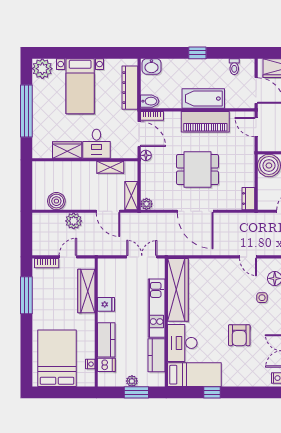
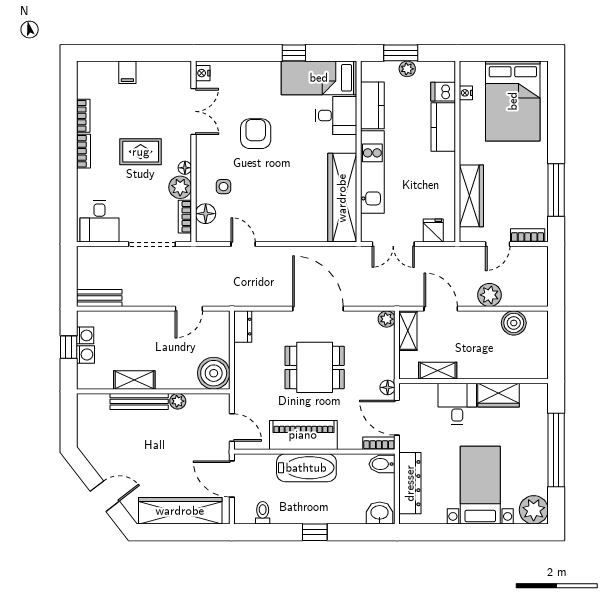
fridge: (106, 304) -> (433, 230), moved, turned 90
desk: (182, 343) -> (336, 116), width x0.73

